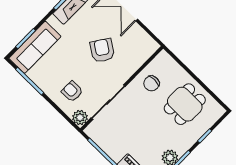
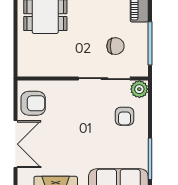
armchair: (102, 50) -> (33, 103), moved, turned -124
chair: (151, 83) -> (115, 46), moved

